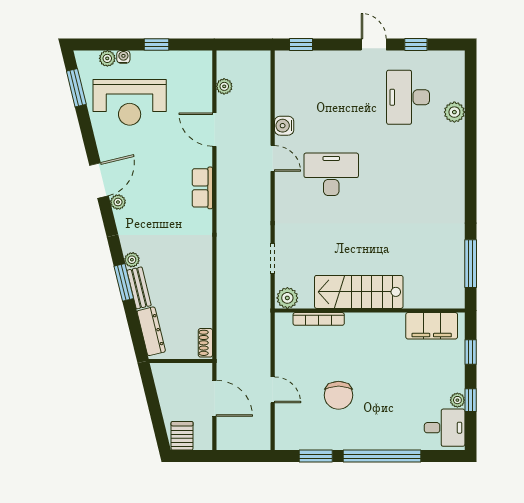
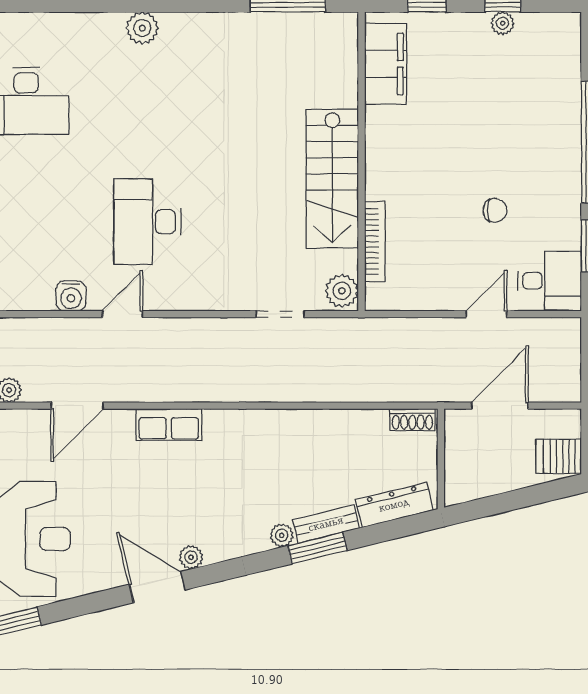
plant: (454, 112) -> (142, 28), moved
chair: (339, 395) -> (495, 210), width x0.54, depth x0.54
desk: (445, 428) -> (550, 281), moved, turned 90

